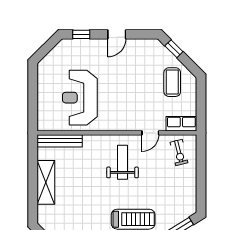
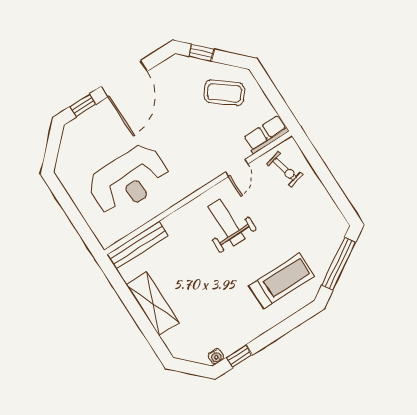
door: (117, 34) -> (124, 79), width x1.87
coffee table: (172, 82) -> (224, 93), turned -51
reception desk: (80, 98) -> (129, 180), turned -90

